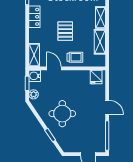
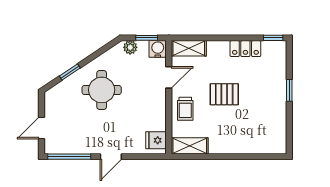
shelving: (100, 18) -> (244, 147), removed
shelving: (100, 42) -> (190, 146), moved

